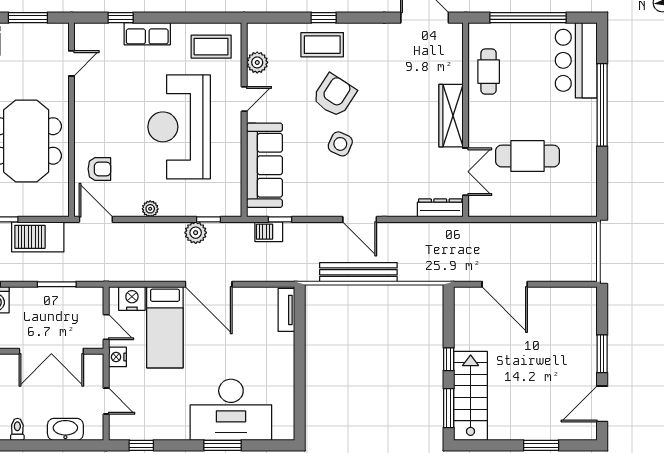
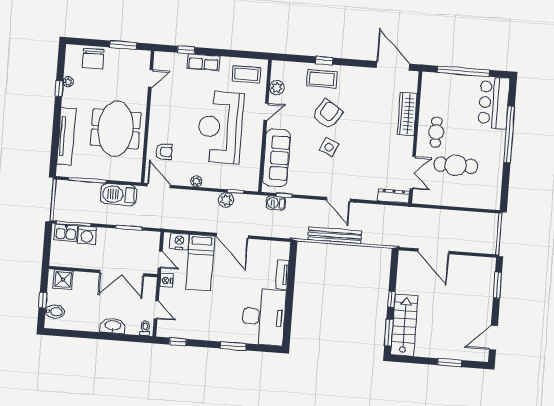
cafe table: (489, 72) -> (436, 132), moved
wardrobe: (451, 116) -> (407, 114), moved
tv unit: (286, 310) -> (282, 275), moved
window: (602, 354) -> (497, 285), moved
desk: (231, 410) -> (264, 317), moved, turned -90
toilet: (17, 429) -> (145, 328), moved
washbasin: (65, 429) -> (113, 326), moved

